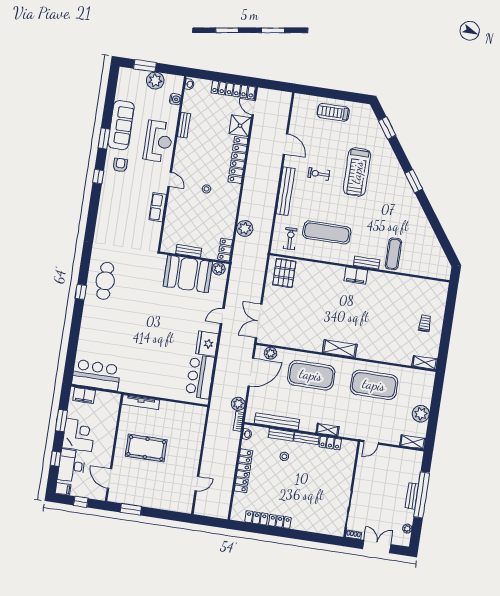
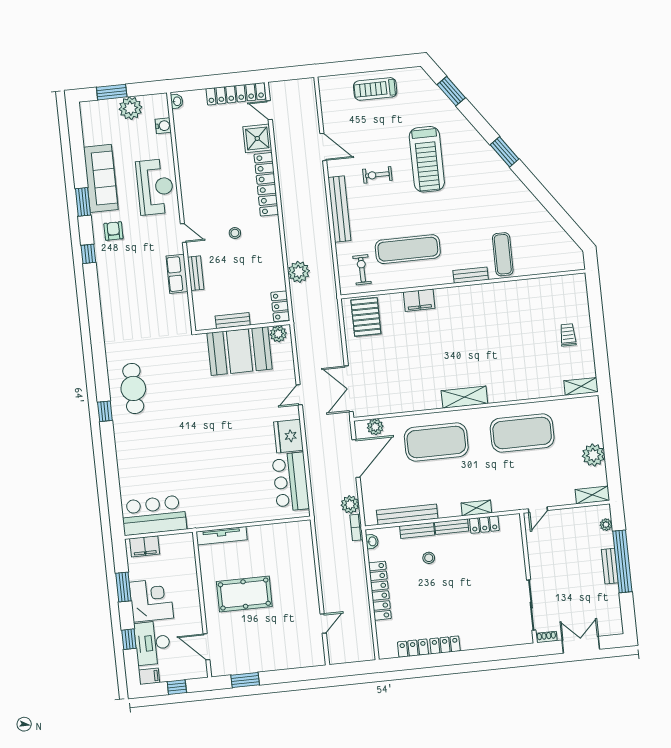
bench: (184, 125) -> (196, 273), moved
filing cabinet: (356, 276) -> (419, 300), moved
plant: (407, 529) -> (606, 525), moved

